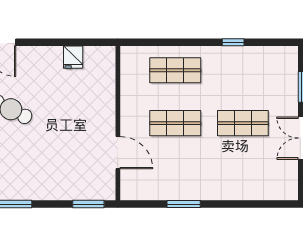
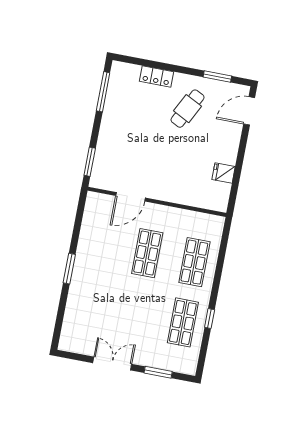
shop shelf: (243, 123) -> (183, 322), moved
window: (184, 204) -> (69, 269), moved

